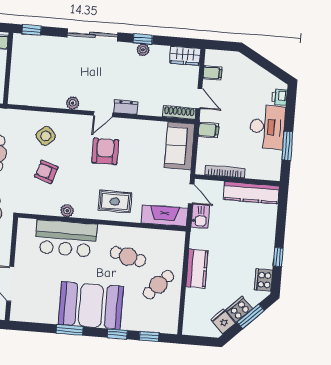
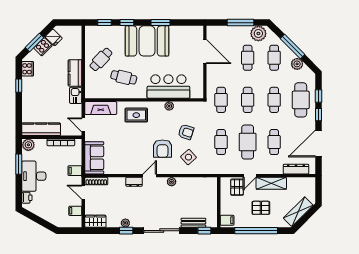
bench: (46, 42) -> (193, 223), added
armchair: (105, 151) -> (162, 149), moved
plant: (271, 172) -> (28, 145), added
kitchen sink: (200, 216) -> (76, 95), moved

